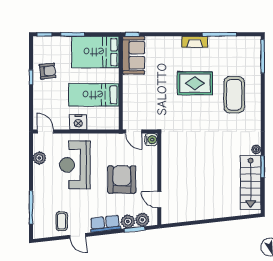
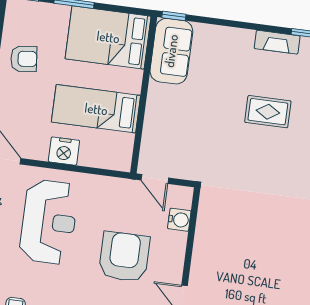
rug: (195, 83) -> (268, 112), width x0.73, depth x0.70
water cooler: (151, 140) -> (179, 220), moved
reception desk: (75, 165) -> (49, 222), turned 180

